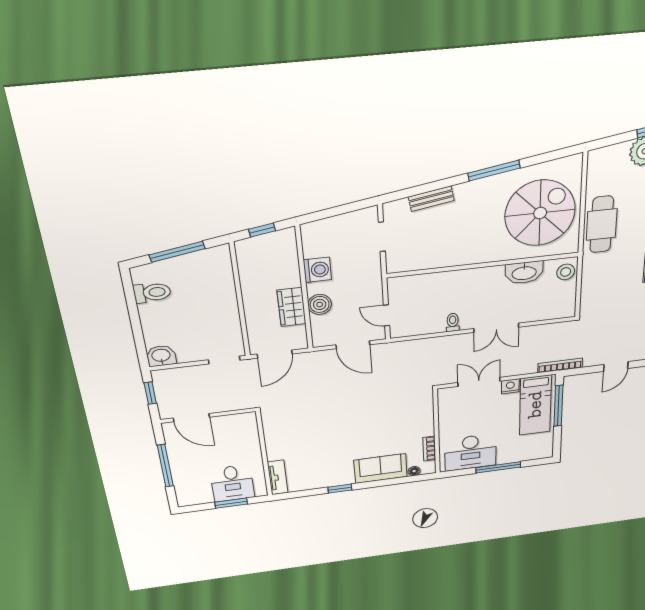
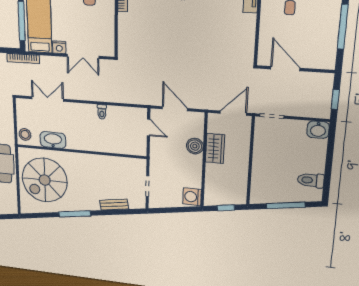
washing machine: (317, 270) -> (192, 197), moved
double door: (496, 328) -> (48, 99), moved
door: (191, 418) -> (285, 69), moved

